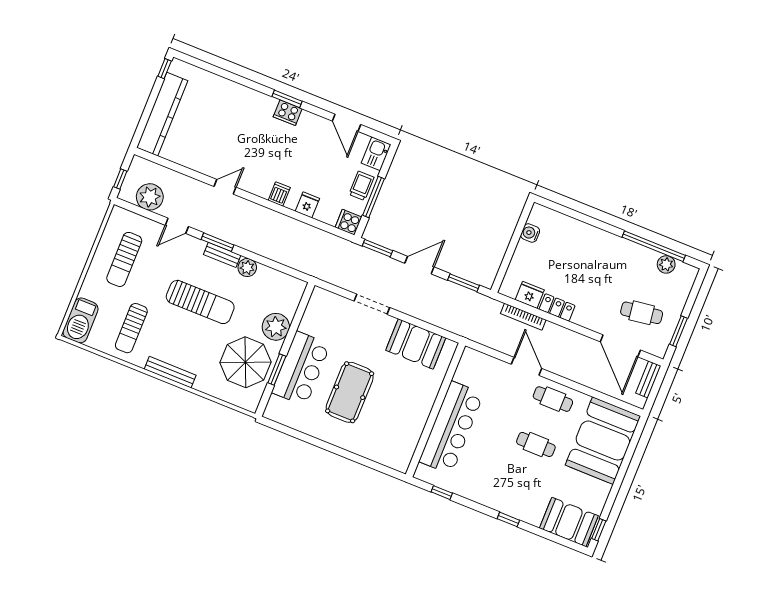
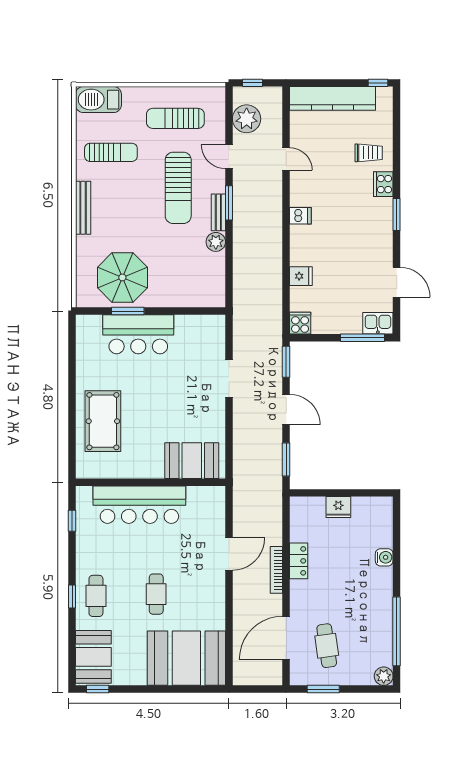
cooker: (288, 113) -> (383, 184), moved
door: (346, 123) -> (397, 282), swing flipped
trolley: (361, 186) -> (369, 153), moved
door: (225, 187) -> (286, 159), moved
dishwasher: (279, 194) -> (300, 216), moved
window: (374, 197) -> (362, 338), moved
water cooler: (530, 233) -> (384, 557), moved, turned 90
plant: (666, 264) -> (384, 676), moved
fridge: (530, 295) -> (338, 507), moved, turned 90
sun lounger: (200, 302) -> (178, 188), moved
bookcase: (523, 317) -> (276, 570), moved
plant: (276, 327) -> (169, 293), removed
sun lounger: (131, 328) -> (111, 152), turned 180
booth: (416, 344) -> (192, 461), moved, turned 90
bench: (648, 379) -> (264, 678), removed
pool table: (350, 392) -> (103, 421), moved, turned 90
cafe table: (553, 399) -> (96, 596), moved

